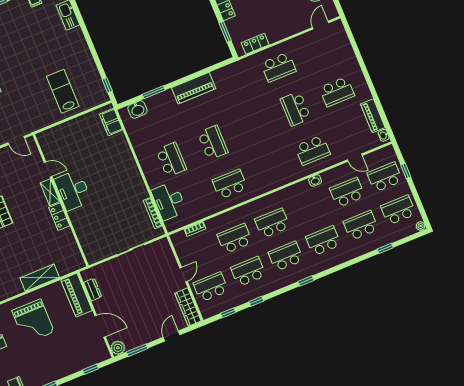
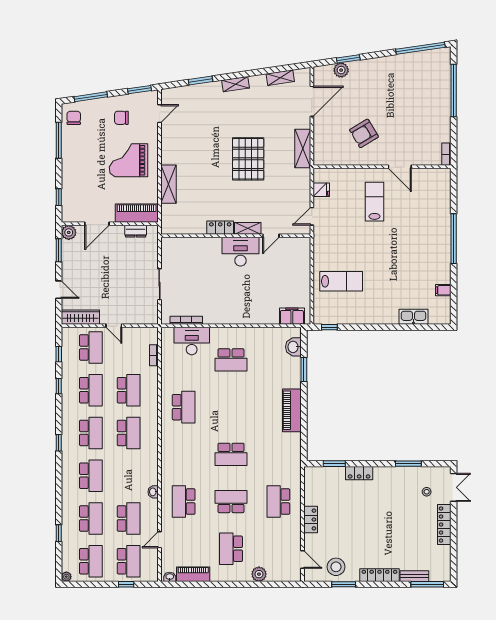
locker: (255, 44) -> (311, 520), moved
plant: (349, 58) -> (259, 574), added
school desk: (213, 143) -> (231, 454), moved

